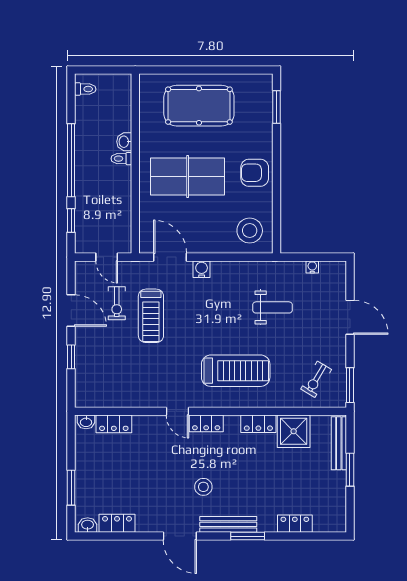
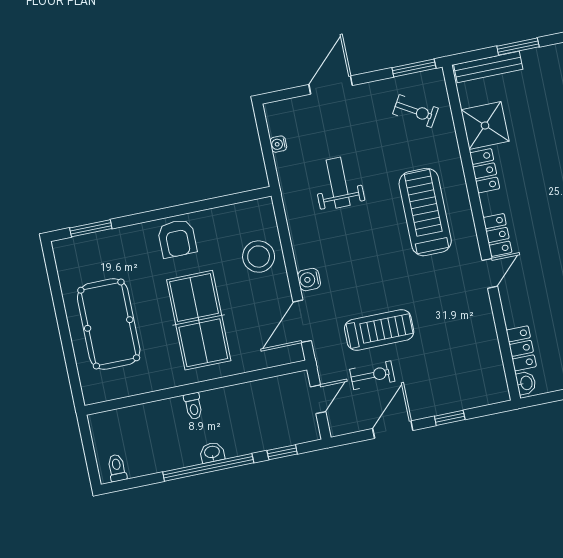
washbasin: (124, 142) -> (212, 452), moved, turned 180
stool: (250, 231) -> (259, 257), moved

